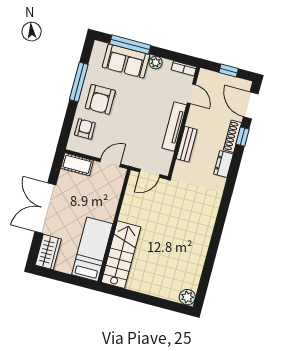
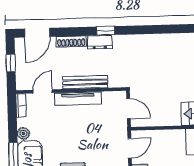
window: (243, 137) -> (106, 31), moved
bench: (187, 144) -> (85, 82), width x1.36
door: (110, 163) -> (130, 148), swing flipped

